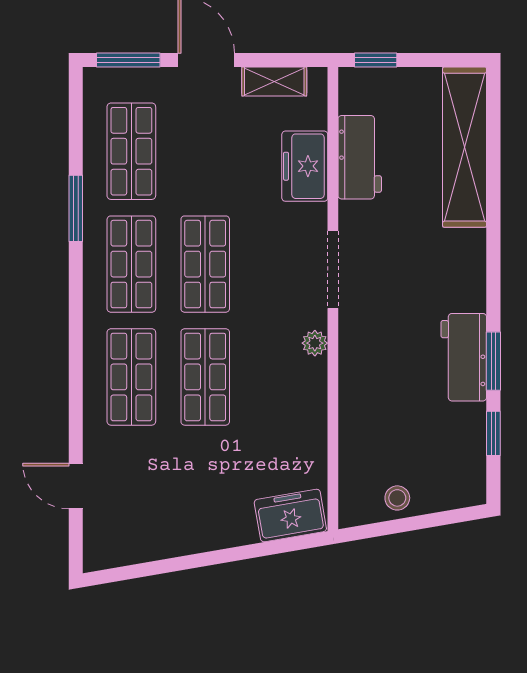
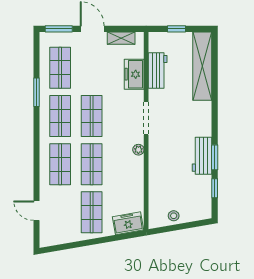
window: (376, 60) -> (177, 29), moved
shop shelf: (205, 490) -> (92, 212), added

